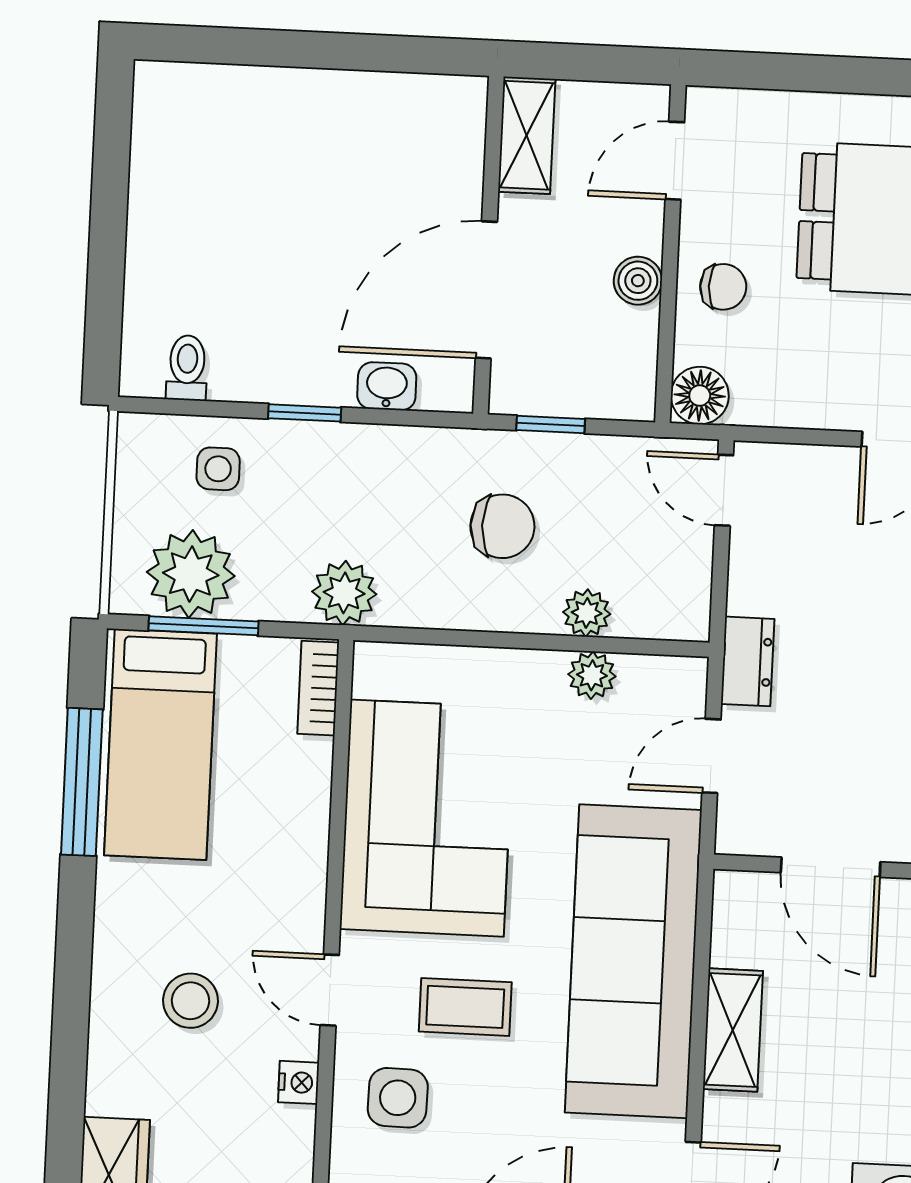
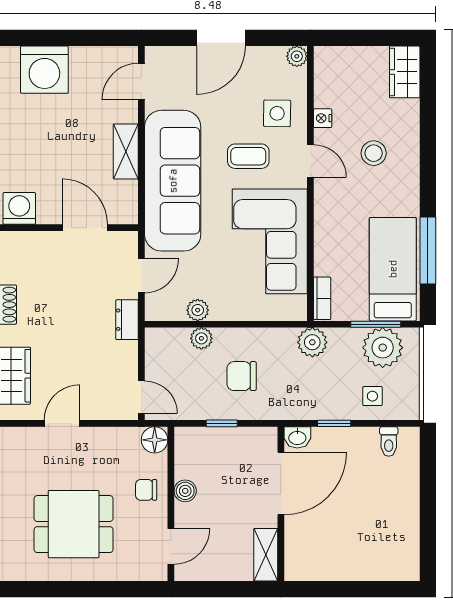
shelving: (527, 135) -> (266, 555), moved
wall: (488, 245) -> (281, 504), moved
door: (486, 290) -> (281, 483), moved

